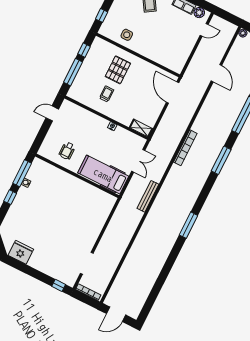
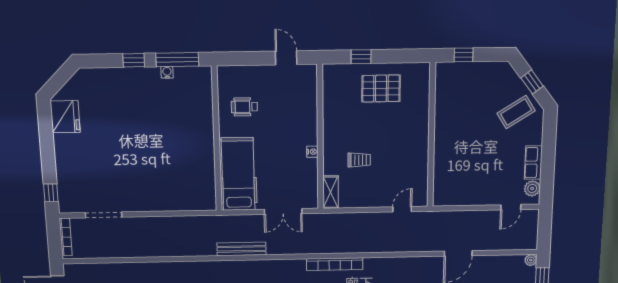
door: (204, 30) -> (511, 207), hinge flipped
side table: (127, 35) -> (453, 105), removed
window: (84, 50) -> (401, 56), removed
pallet: (118, 70) -> (381, 89), moved
window: (73, 72) -> (361, 57), width x0.46
door: (173, 92) -> (402, 209), width x0.53
trolley: (107, 94) -> (359, 160), moved

